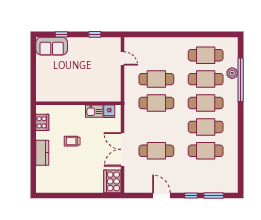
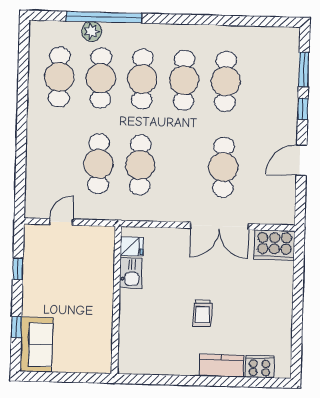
wall: (78, 103) -> (116, 300), moved
kitchen sink: (94, 111) -> (131, 273), moved
fridge: (109, 111) -> (132, 247), moved
cooker: (42, 122) -> (259, 367), moved

